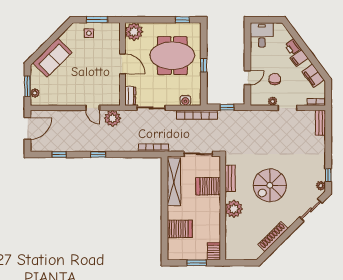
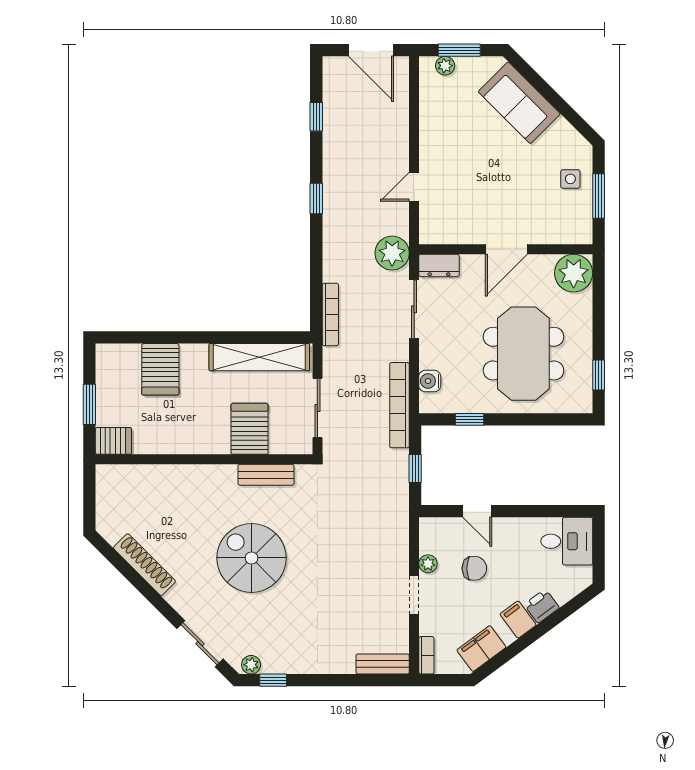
window: (204, 65) -> (470, 419), moved
plant: (112, 118) -> (392, 253), moved
plant: (234, 209) -> (202, 483), removed

